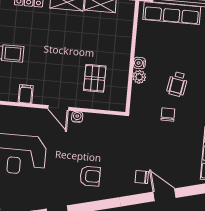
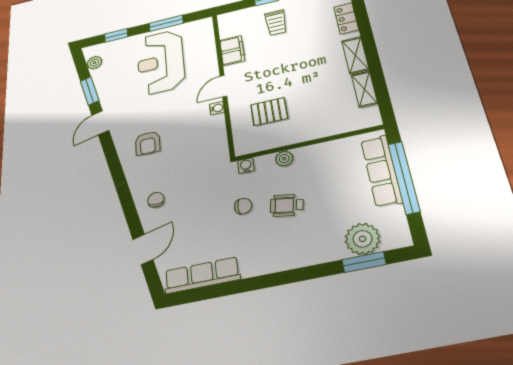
water cooler: (139, 63) -> (246, 166), moved
filing cabinet: (26, 94) -> (232, 50), width x2.00
door: (165, 195) -> (143, 249), moved

